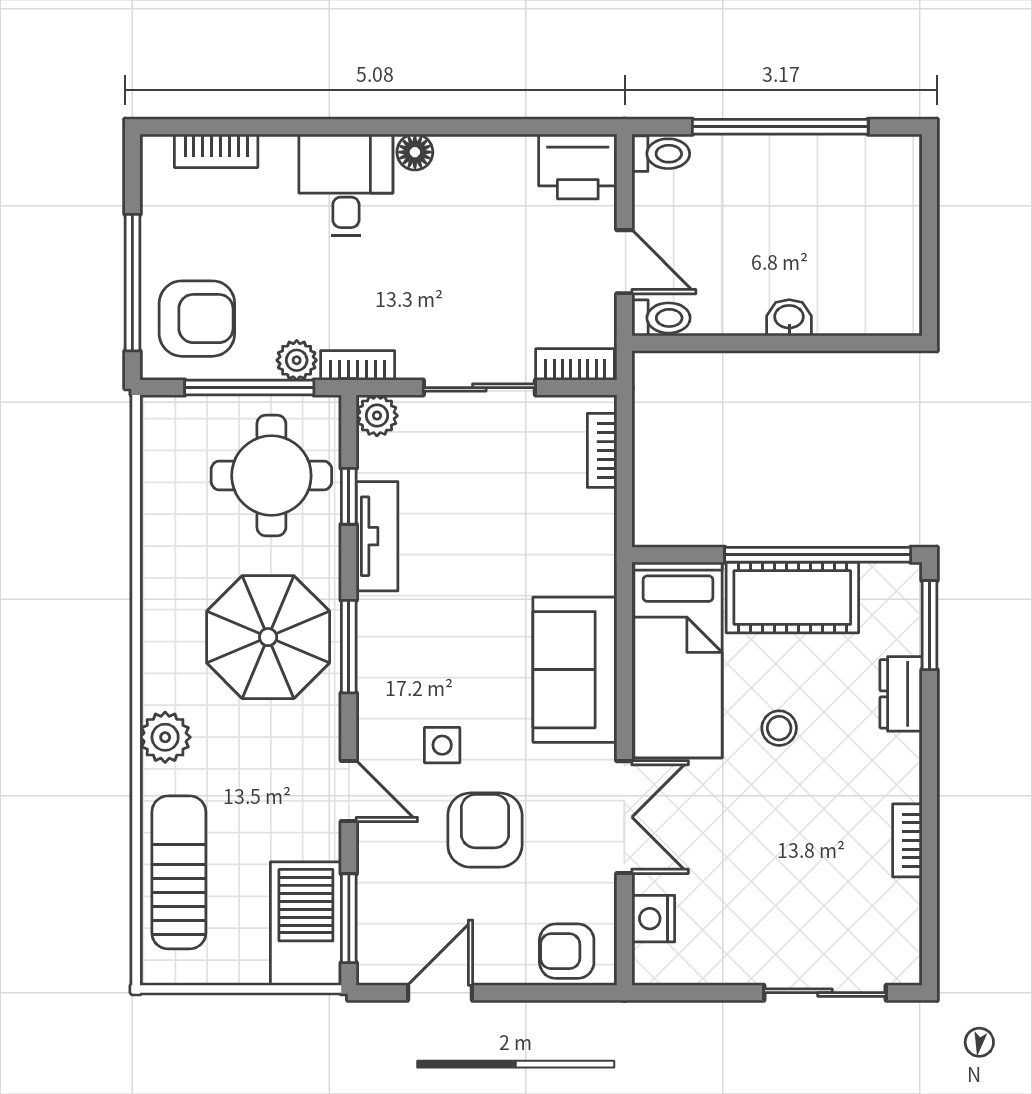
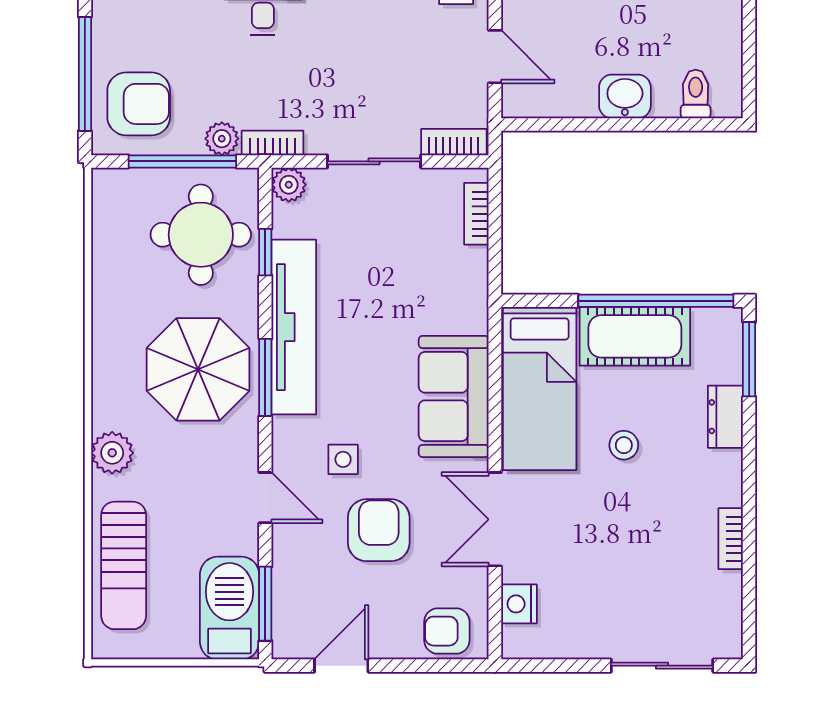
toilet: (661, 318) -> (696, 94), moved, turned -90
washbasin: (789, 318) -> (625, 96), width x1.38, depth x1.45
tv unit: (377, 536) -> (294, 327), width x1.92, depth x1.29
double door: (624, 817) -> (495, 519), swing flipped
sun lounger: (179, 872) -> (124, 565), turned 180

